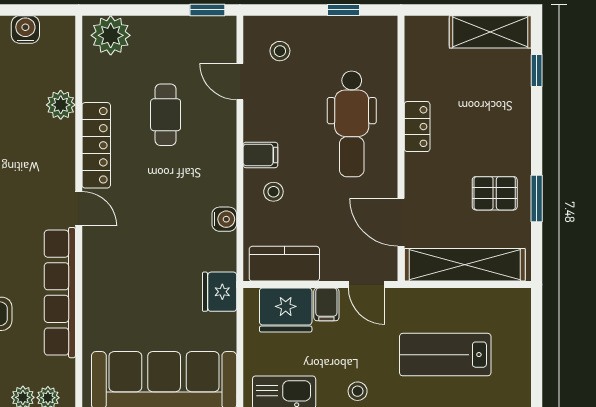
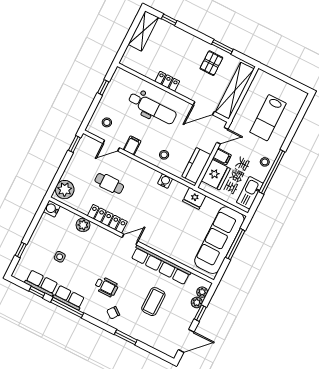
water cooler: (25, 29) -> (52, 209), moved
filing cabinet: (260, 155) -> (132, 145), moved

